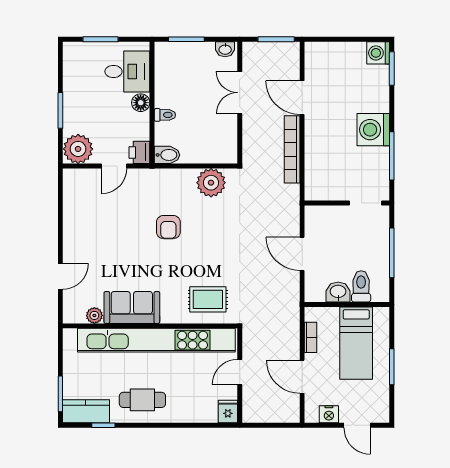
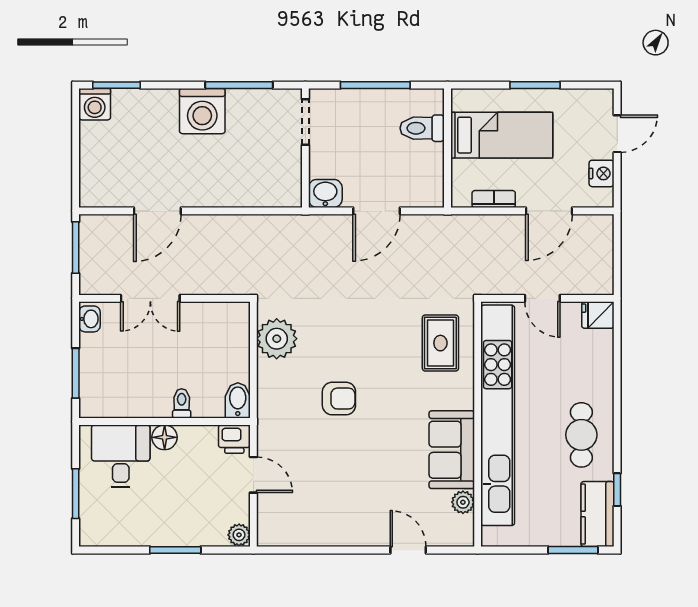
plant: (78, 149) -> (239, 535), width x0.53, depth x0.53
bookcase: (292, 149) -> (230, 225), removed
washbasin: (338, 292) -> (325, 193), moved, turned 90

